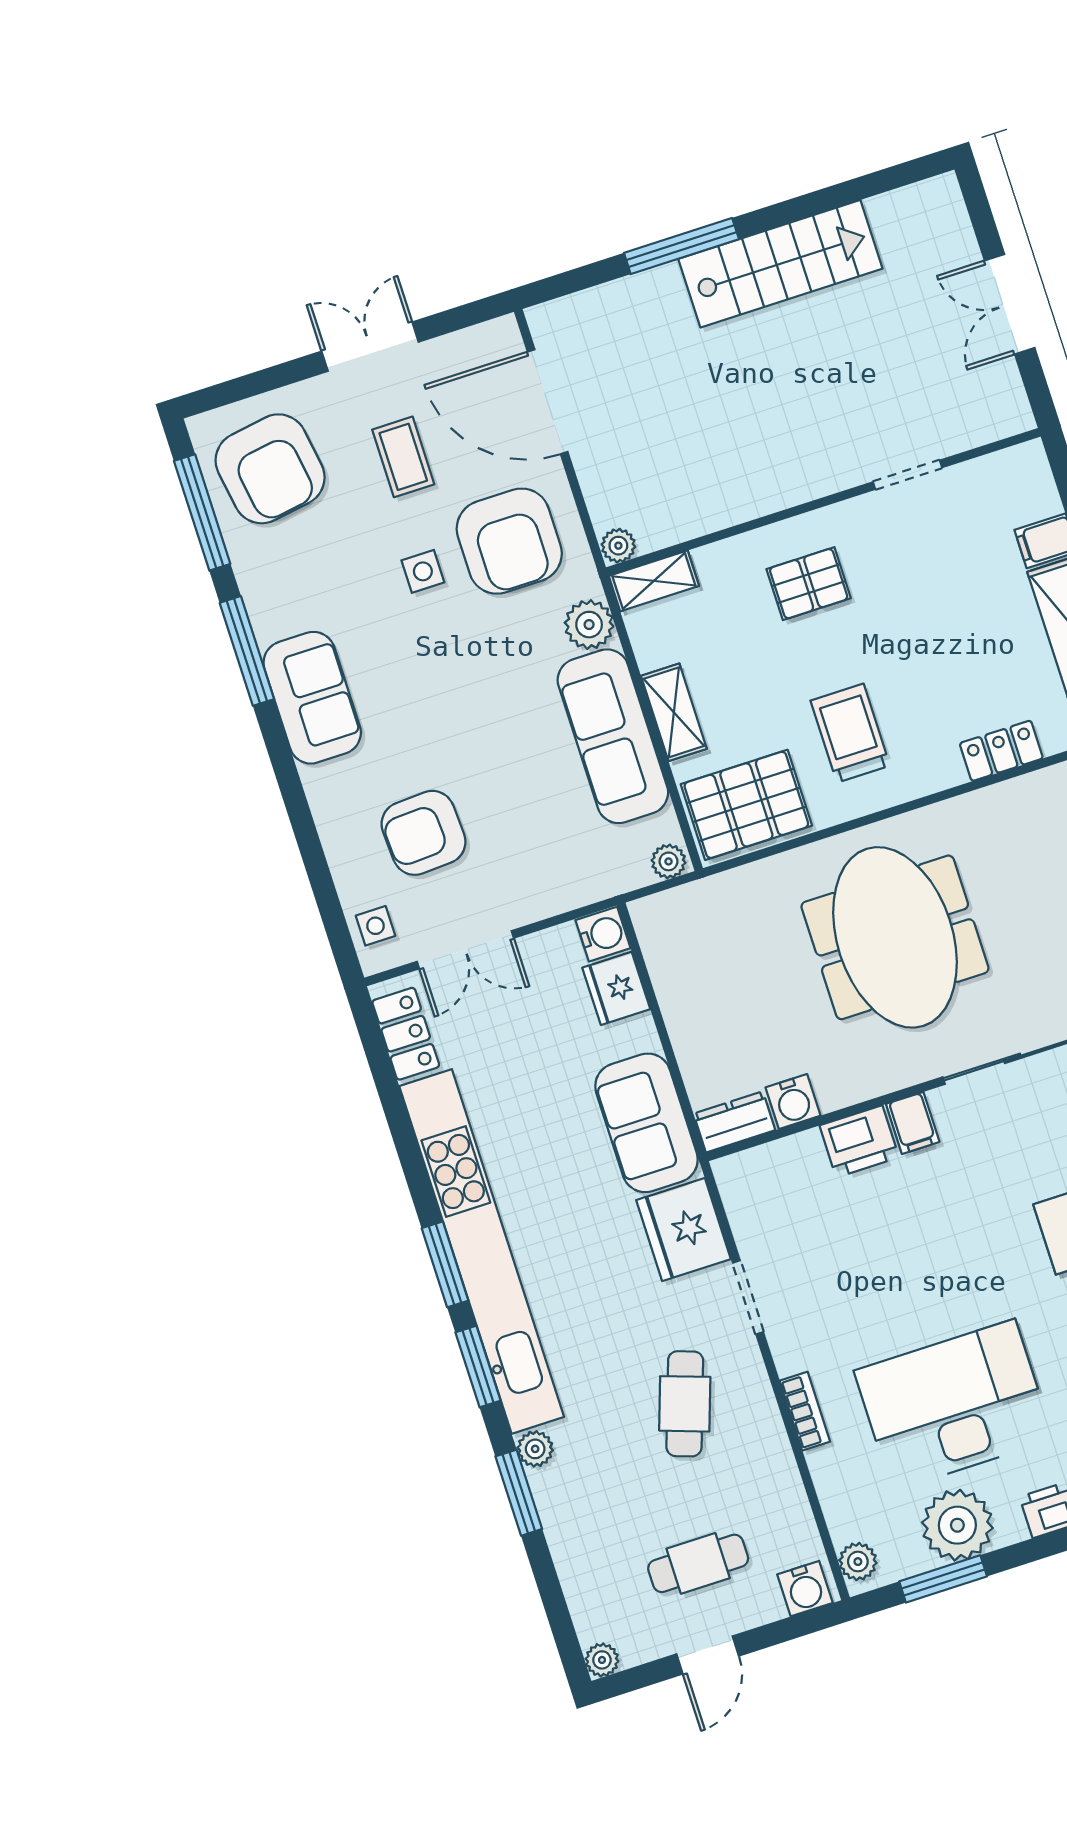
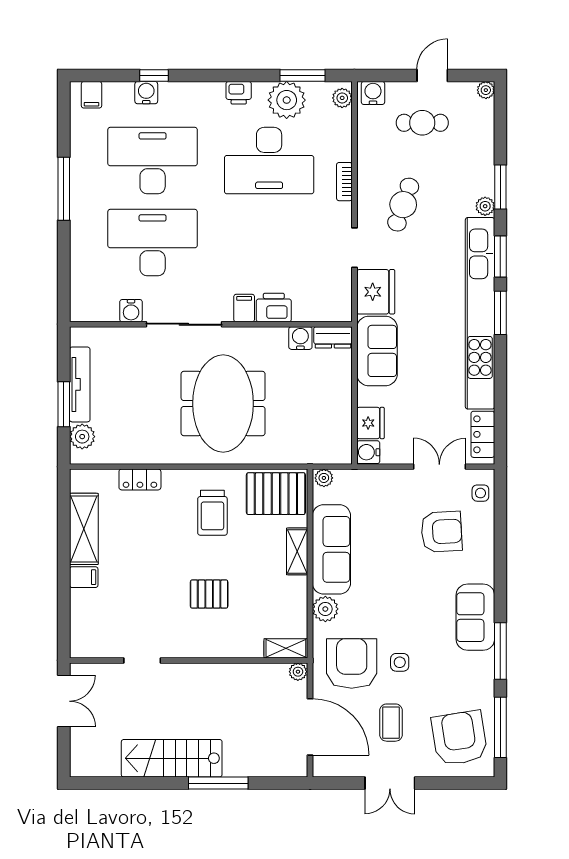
doorway: (908, 475) -> (142, 660), moved
wall: (823, 502) -> (189, 660), moved
plant: (618, 546) -> (298, 672), moved
shelving: (654, 581) -> (286, 648), moved

